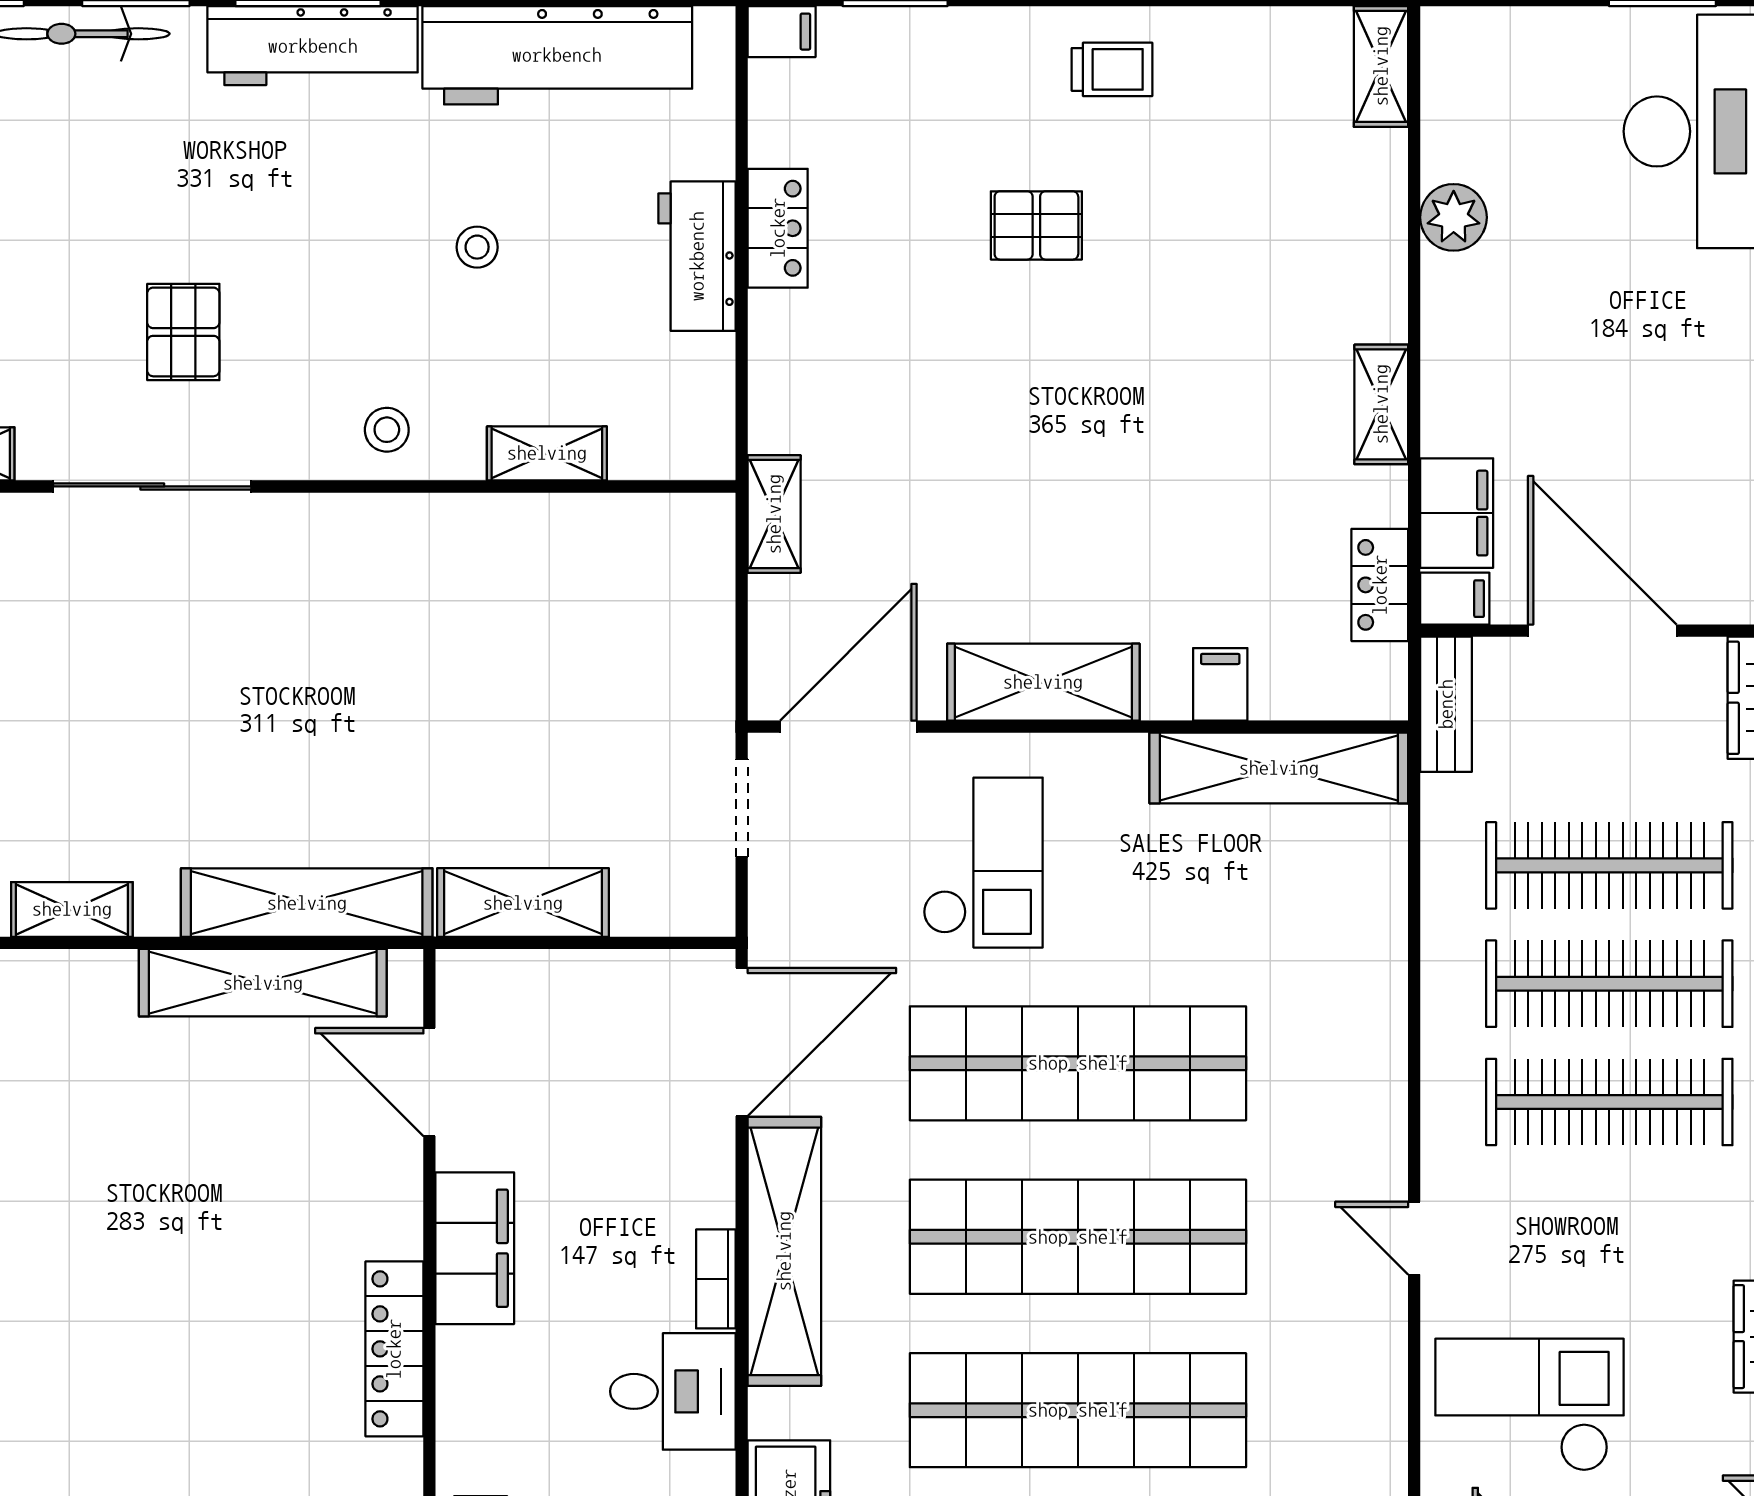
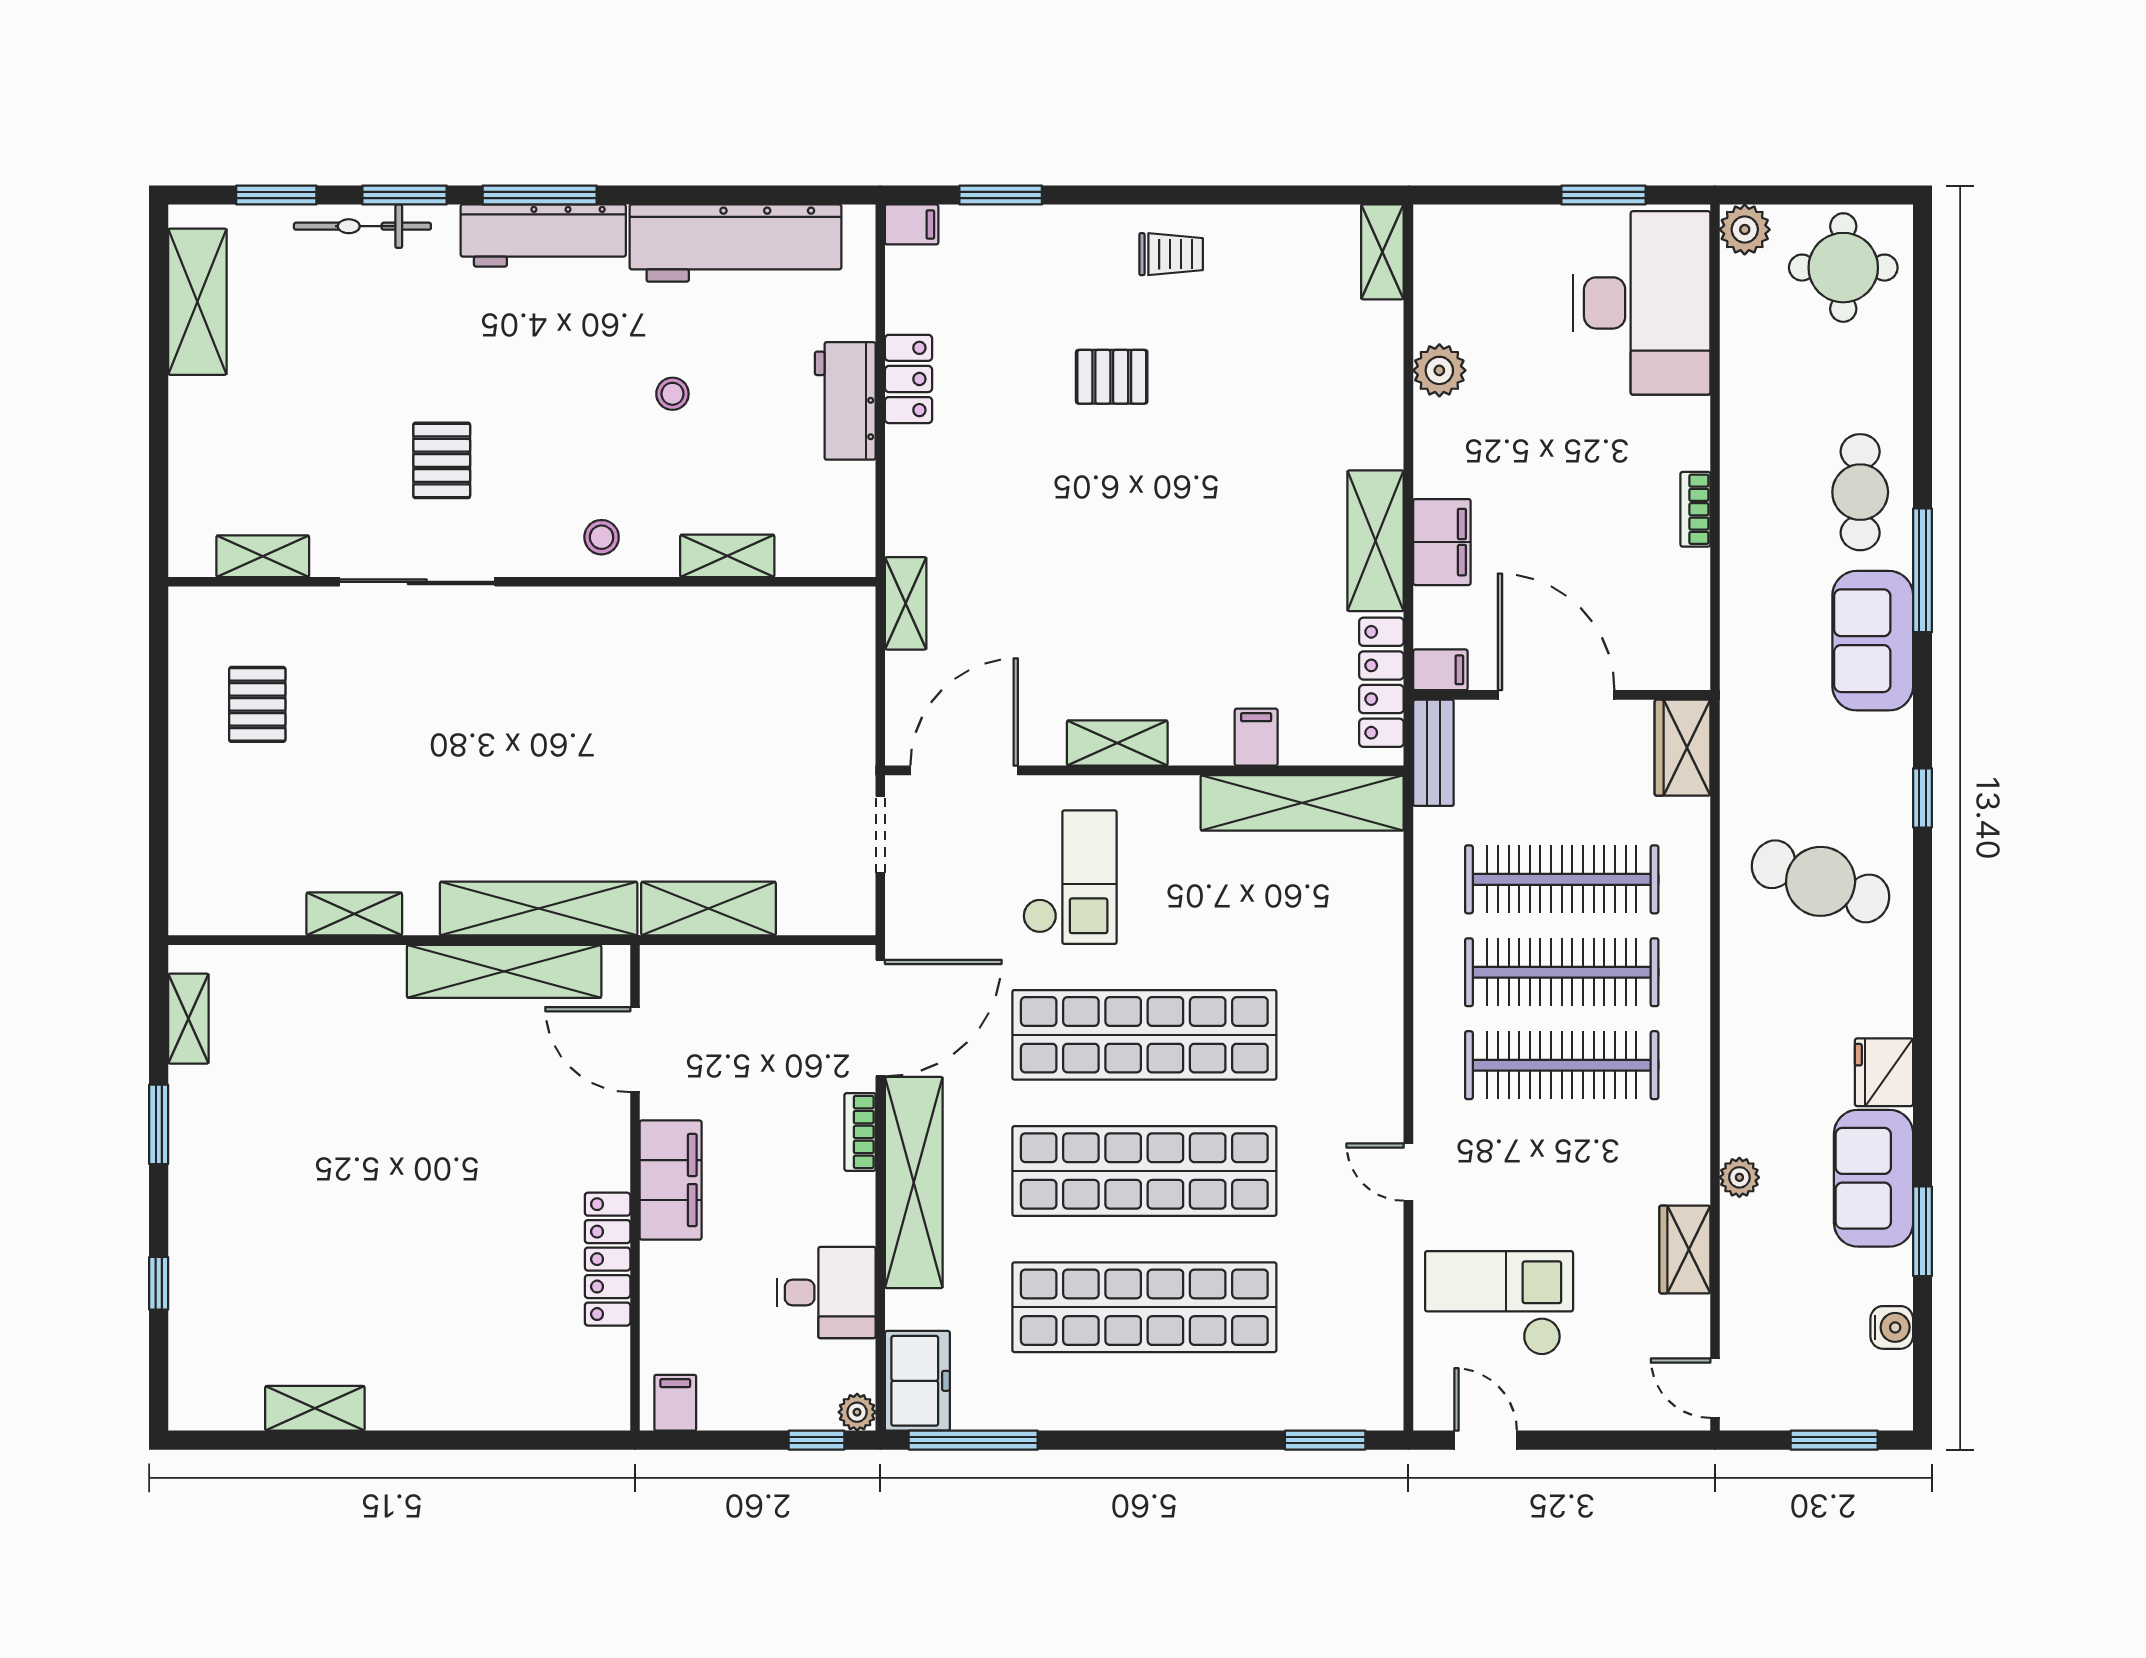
shelving: (1381, 404) -> (1376, 541), width x1.50, depth x1.33
filing cabinet: (1457, 513) -> (1442, 542), moved
locker: (1380, 585) -> (1381, 682), width x1.53
shelving: (1043, 682) -> (1117, 743), width x0.67, depth x0.75
bookcase: (716, 1279) -> (860, 1132), moved

